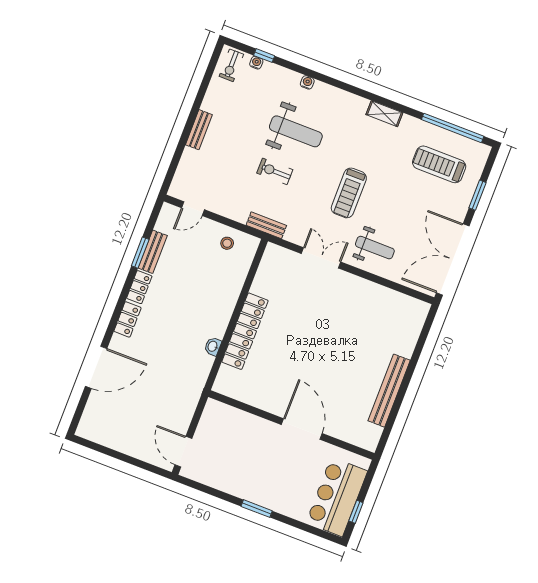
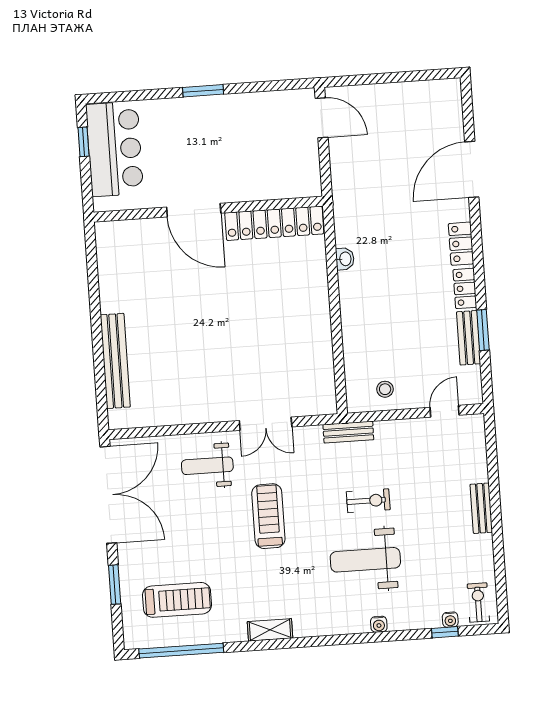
locker: (245, 331) -> (274, 223), moved, turned -90
bench: (389, 391) -> (115, 361), moved

